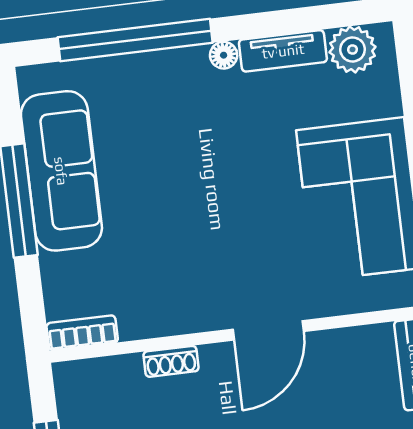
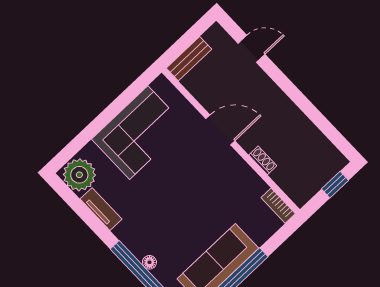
plant: (353, 49) -> (79, 175), width x1.36, depth x1.36
floor lamp: (224, 55) -> (149, 262), moved

